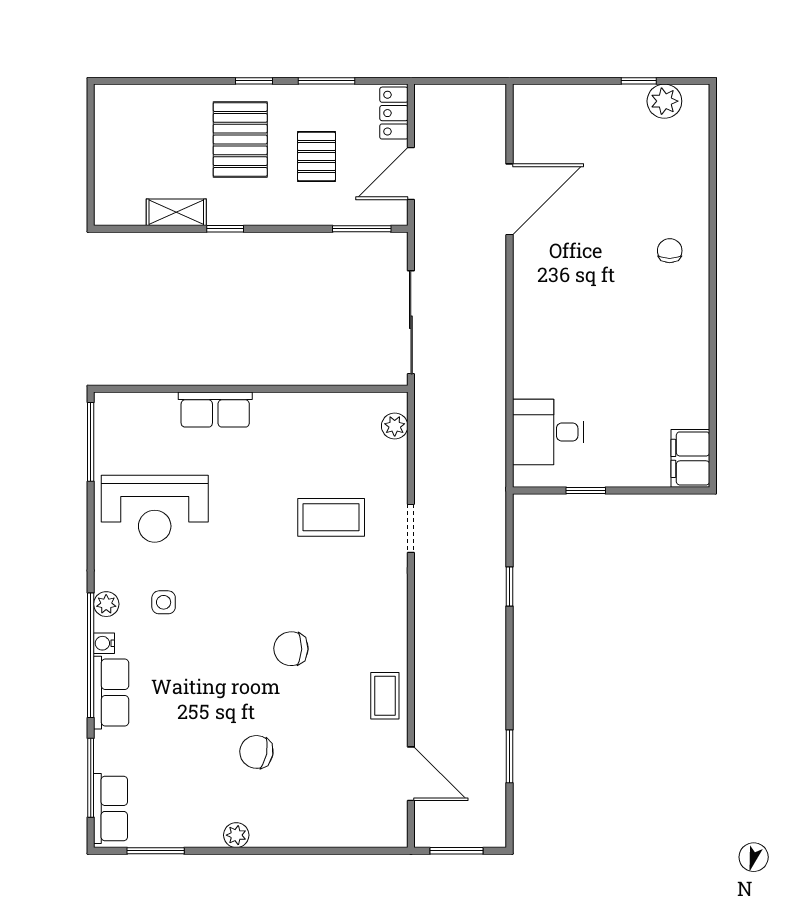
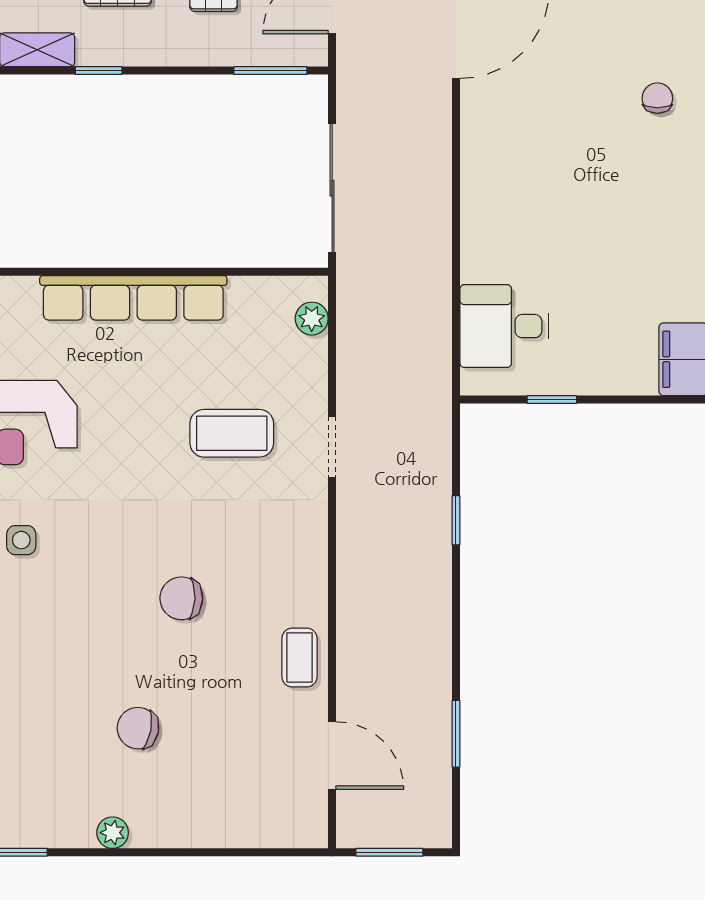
row of seats: (215, 410) -> (133, 298), width x2.02

